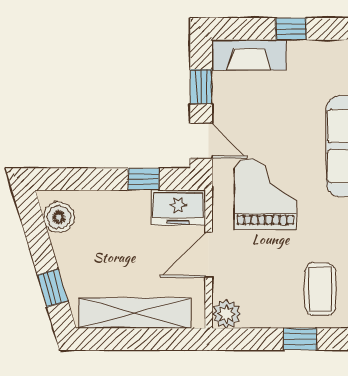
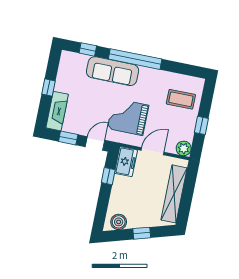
door: (209, 255) -> (153, 151), swing flipped
window: (53, 288) -> (142, 233), moved
window: (300, 339) -> (201, 125), moved

